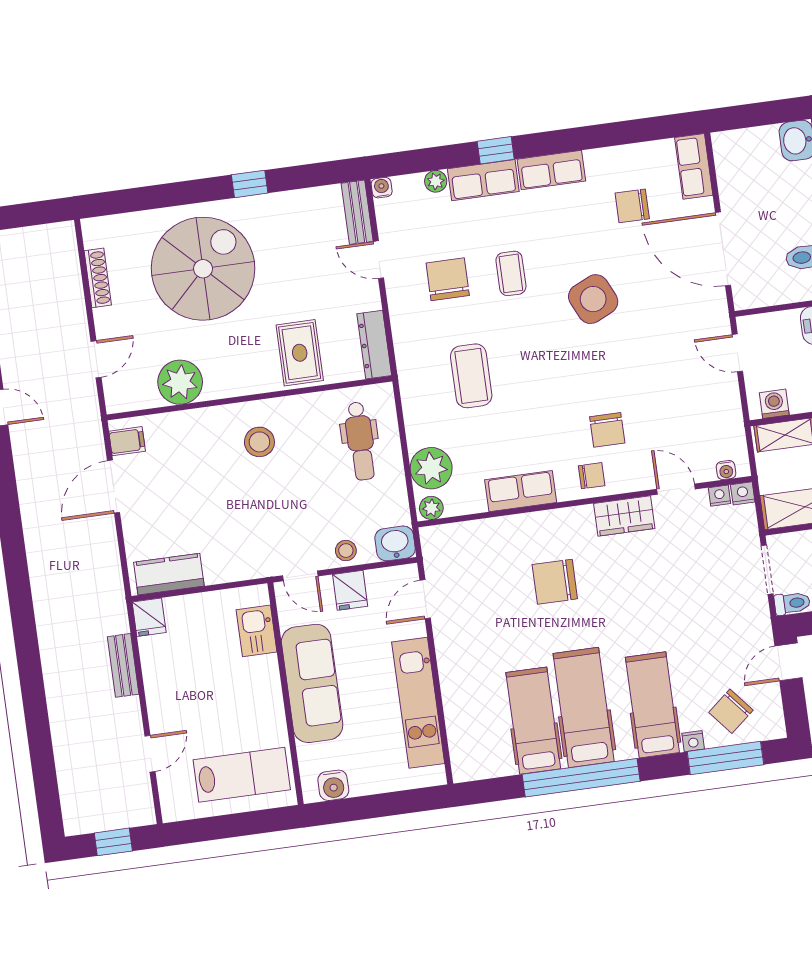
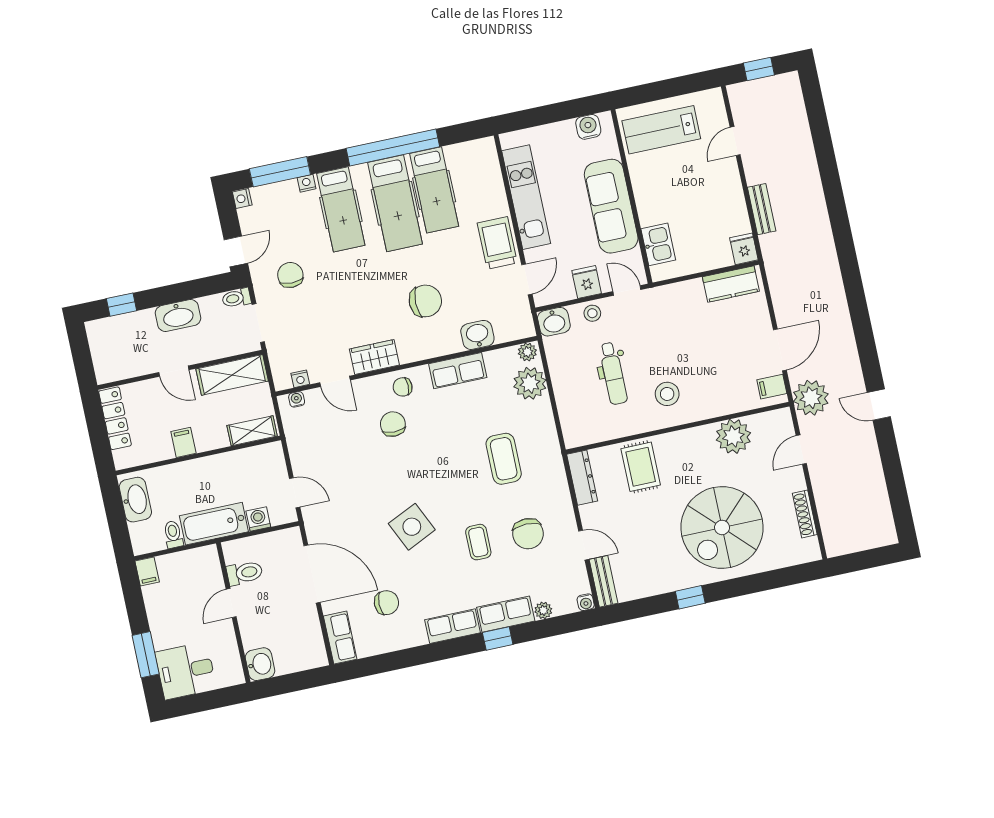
washing machine: (774, 404) -> (258, 519), moved, turned 180
plant: (79, 424) -> (811, 398), added
dental chair: (360, 441) -> (613, 373), moved, turned 180
nightstand: (743, 493) -> (242, 199), moved, turned 90
washbasin: (492, 534) -> (477, 335), added
trolley: (459, 648) -> (497, 243), added
chair: (731, 711) -> (290, 275), moved, turned -50

